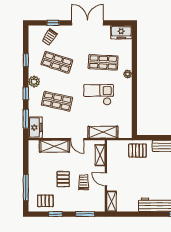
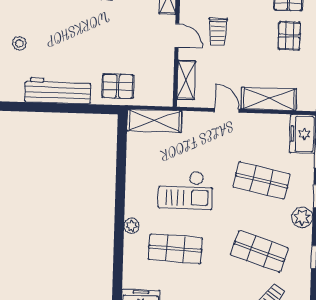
shelving: (103, 132) -> (154, 121), moved
pallet: (63, 179) -> (289, 36), moved

